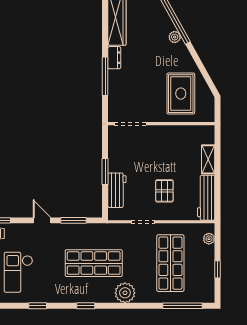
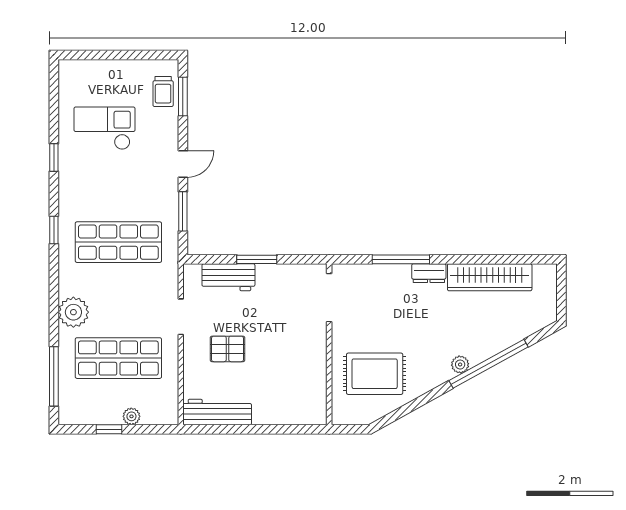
shelving: (208, 159) -> (275, 415), removed
plant: (209, 239) -> (131, 416), moved
shop shelf: (94, 263) -> (118, 242), turned 90
plant: (125, 293) -> (73, 312), moved

